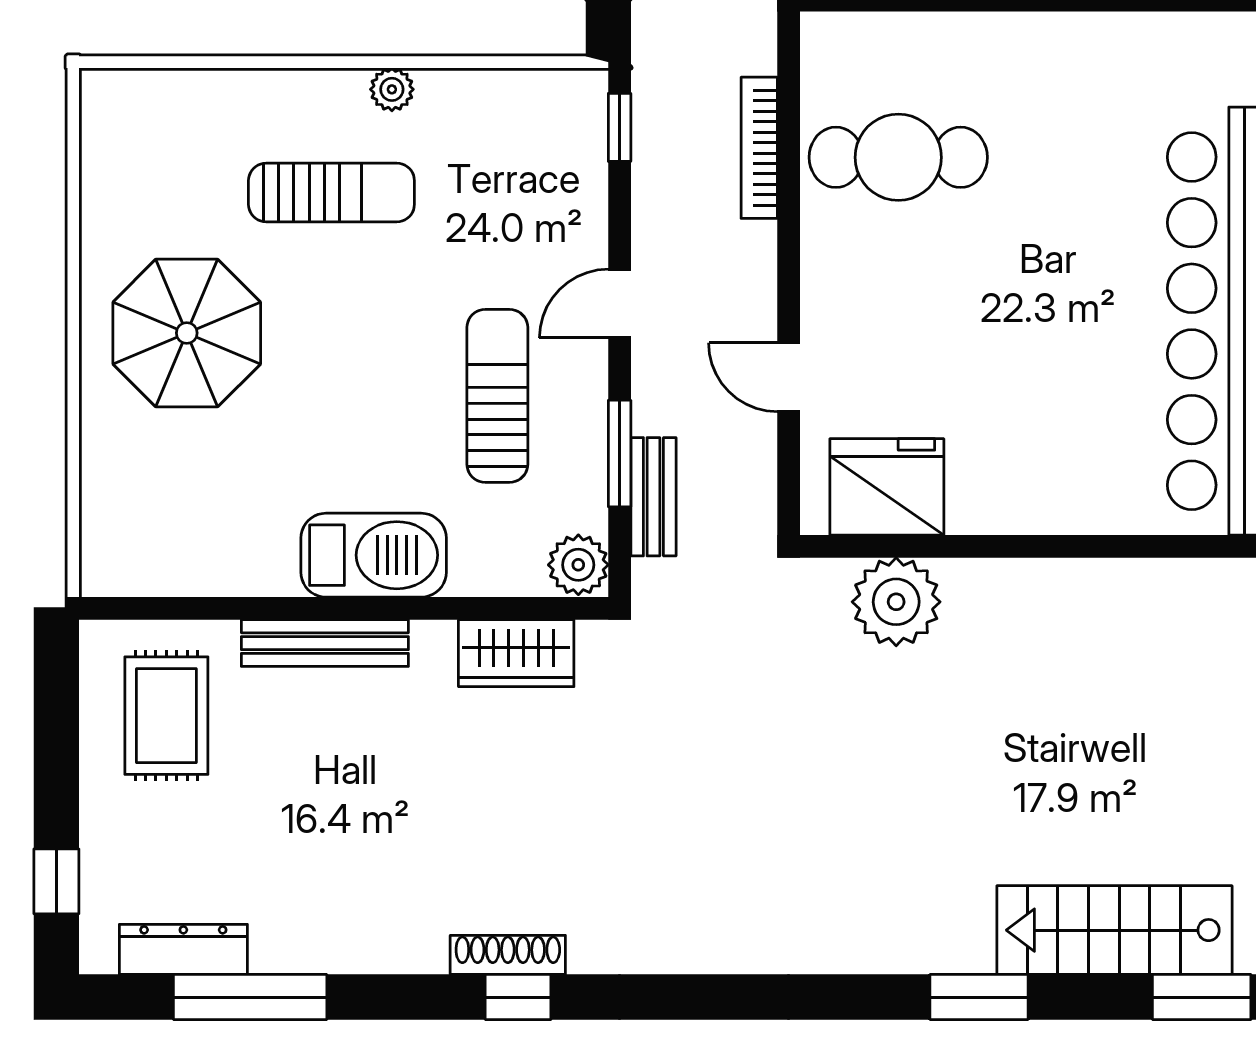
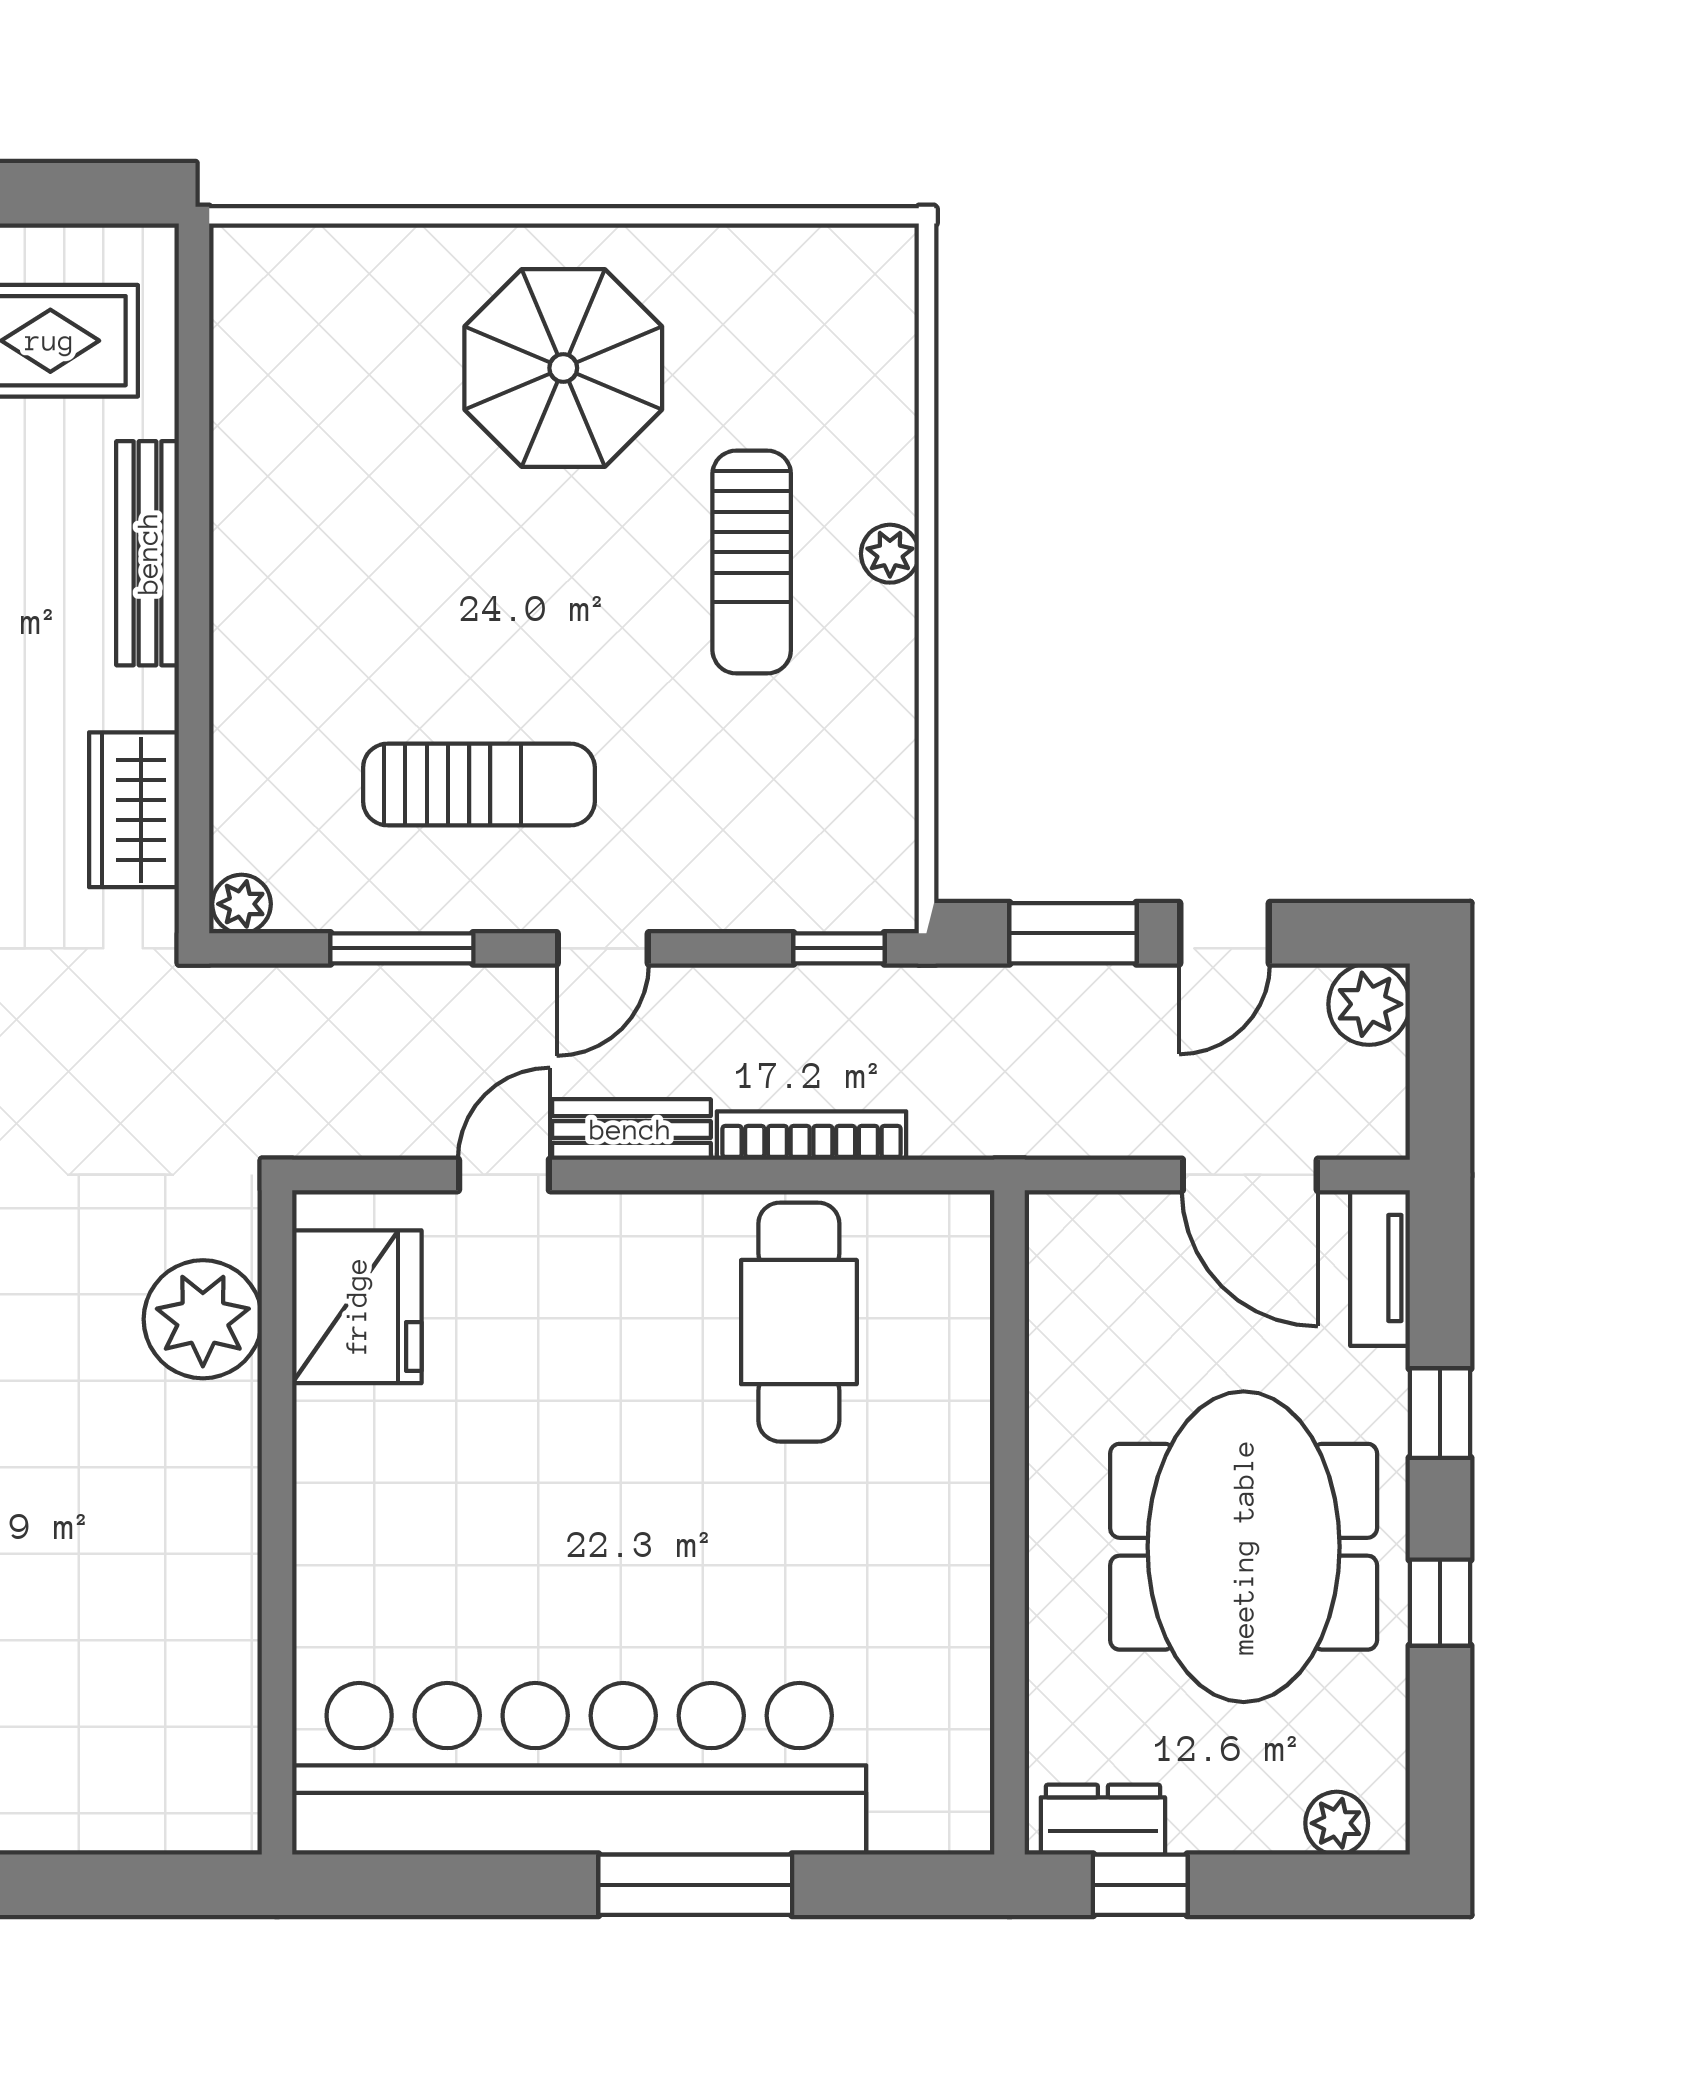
plant: (392, 89) -> (890, 554), moved
door: (620, 304) -> (603, 948), swing flipped
bench: (653, 497) -> (631, 1130), moved
barbecue: (374, 555) -> (265, 619), removed
plant: (578, 565) -> (241, 904), width x0.73, depth x0.73

